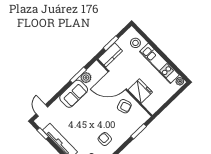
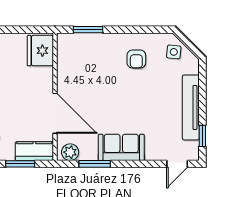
plant: (86, 78) -> (70, 152), moved
fridge: (140, 91) -> (40, 51), moved
armchair: (124, 106) -> (76, 75), removed

